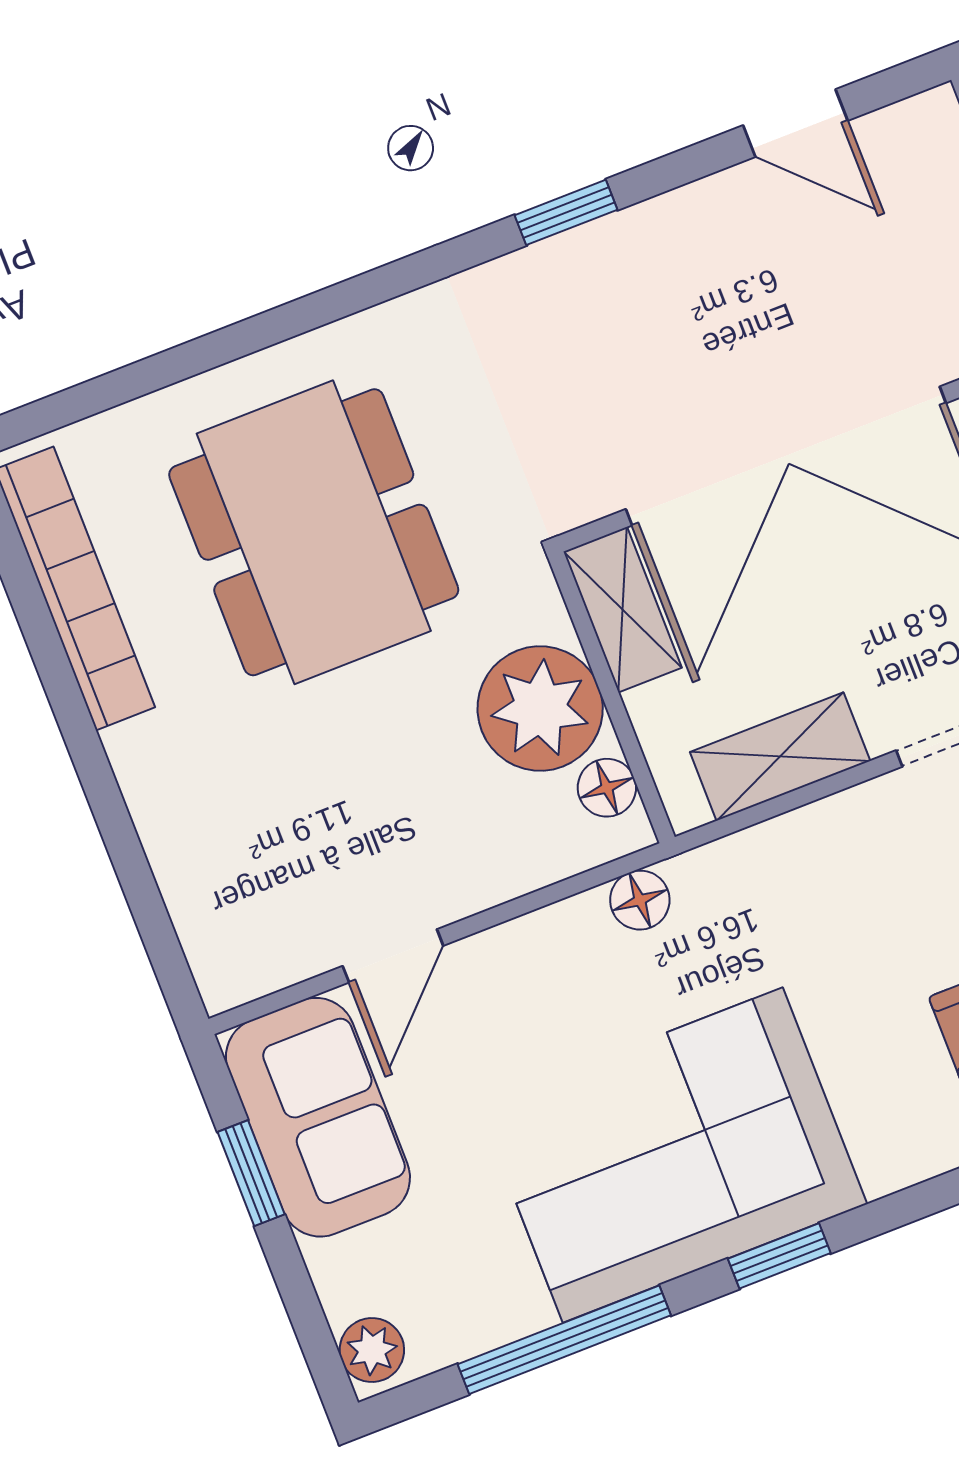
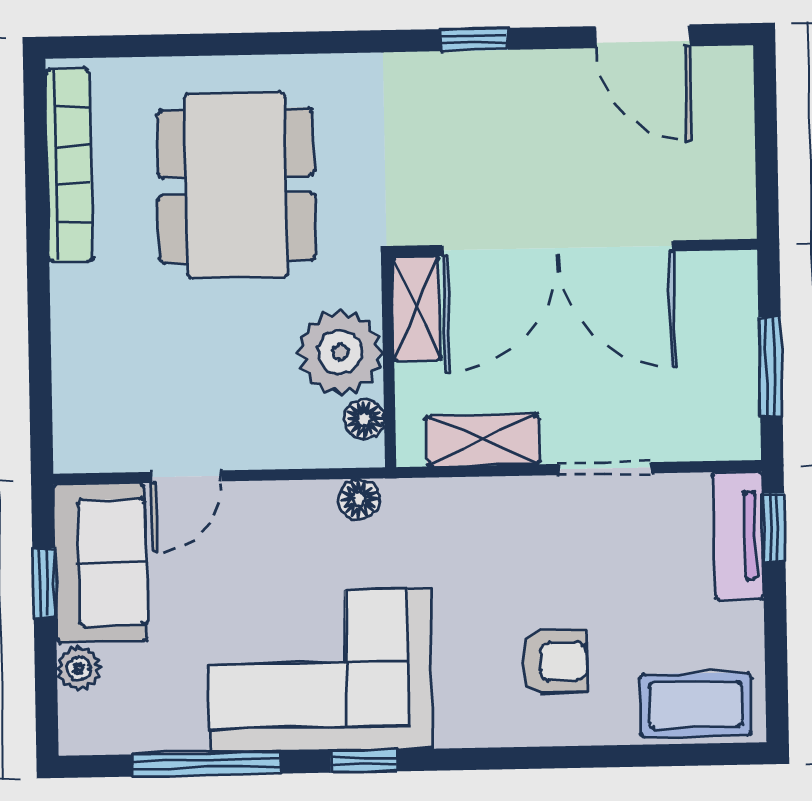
door: (795, 123) -> (643, 36), width x1.38
plant: (372, 1350) -> (79, 668), moved

